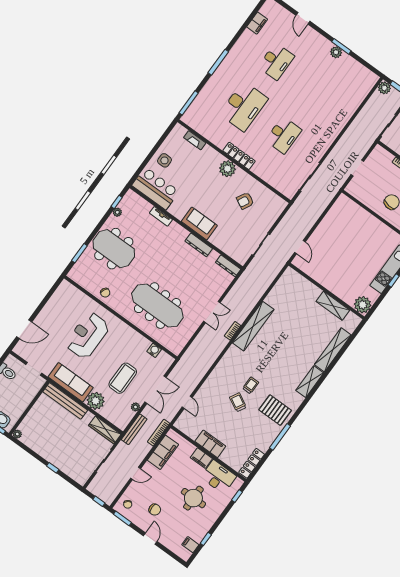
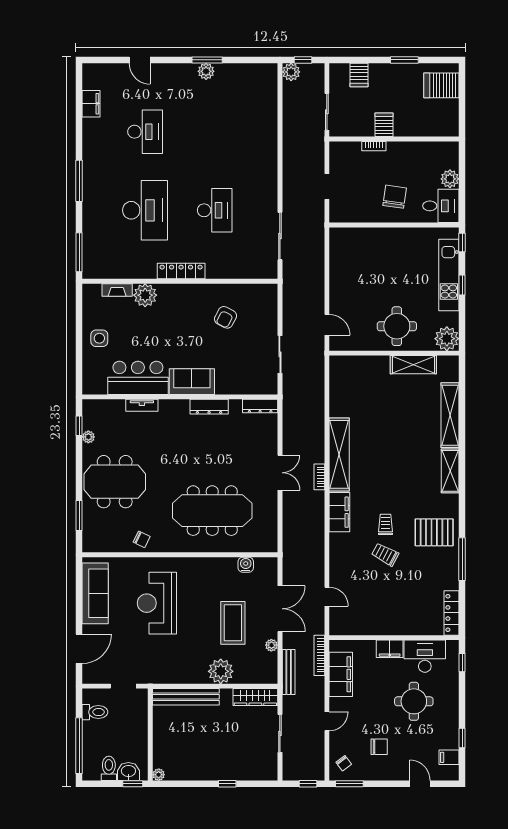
plant: (227, 169) -> (145, 295), moved
bar counter: (155, 188) -> (138, 378), moved
round table: (339, 277) -> (397, 326), added
sofa: (71, 382) -> (95, 593), moved, turned 90
filing cabinet: (210, 444) -> (339, 512), moved, turned 90
door: (150, 539) -> (420, 784), moved

